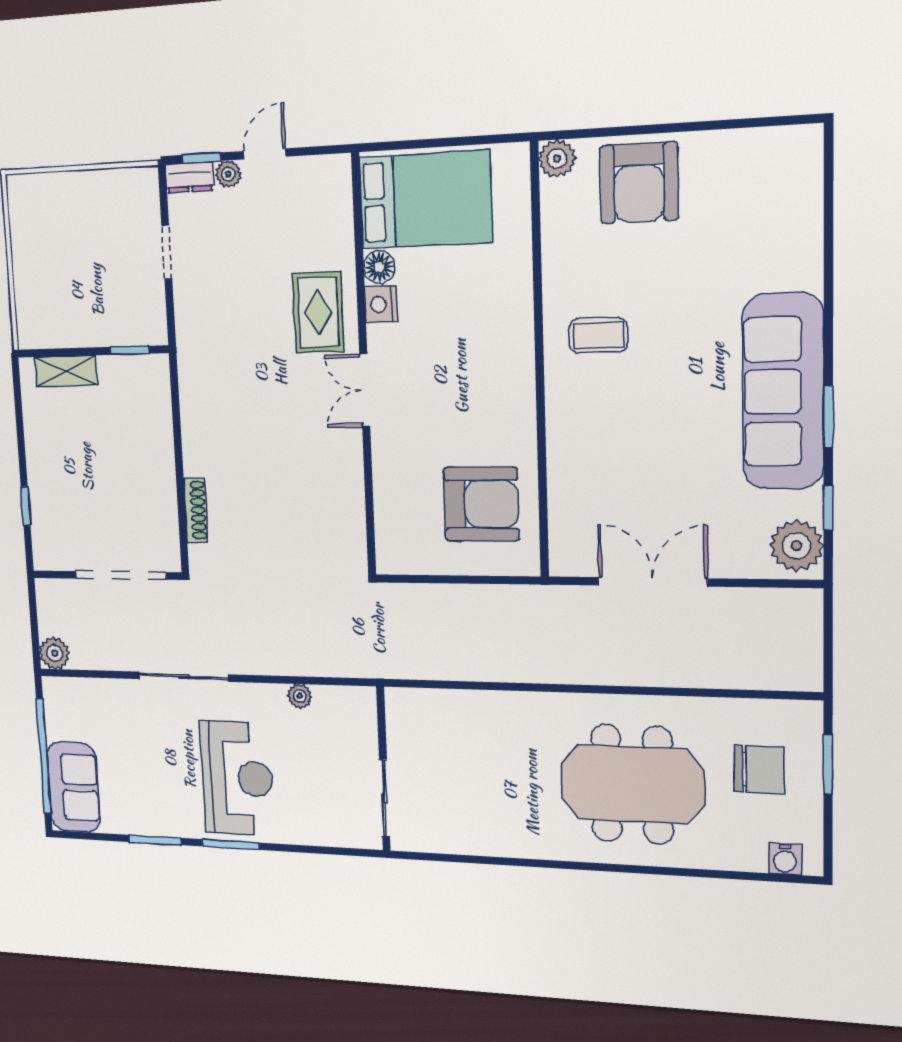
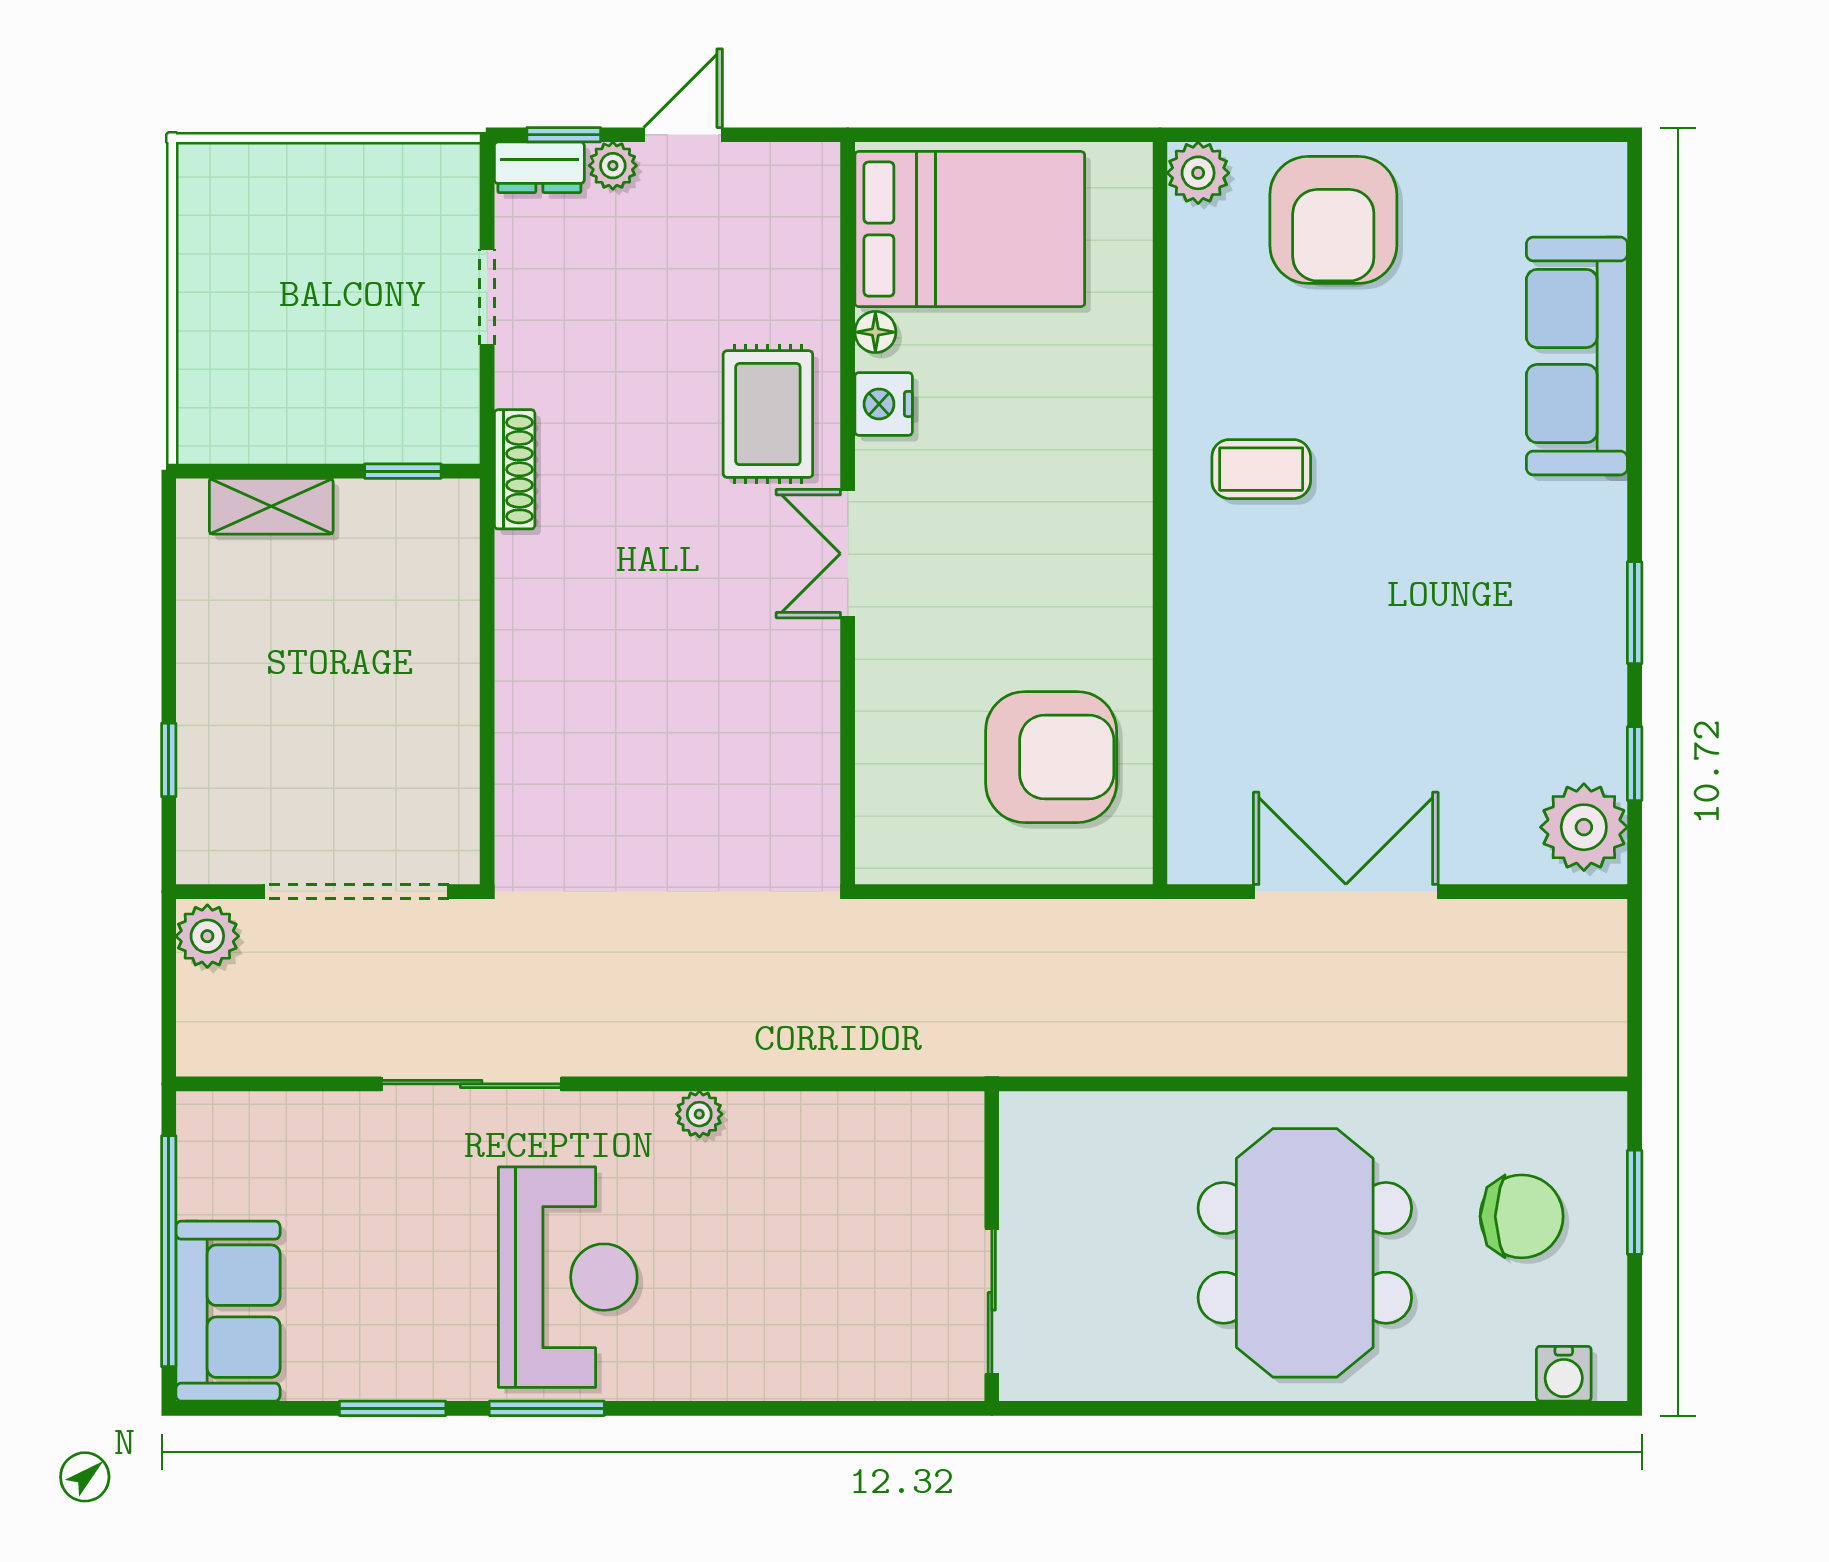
floor lamp: (379, 267) -> (875, 332), width x0.73, depth x0.73
sofa: (783, 392) -> (1577, 356), moved, width x0.74, depth x0.79
shoe rack: (196, 510) -> (515, 469), moved
plant: (54, 653) -> (207, 936), moved
wall: (383, 769) -> (992, 1246), moved
meeting table: (632, 784) -> (1305, 1253), turned 90
sliding door: (385, 798) -> (992, 1301), moved

